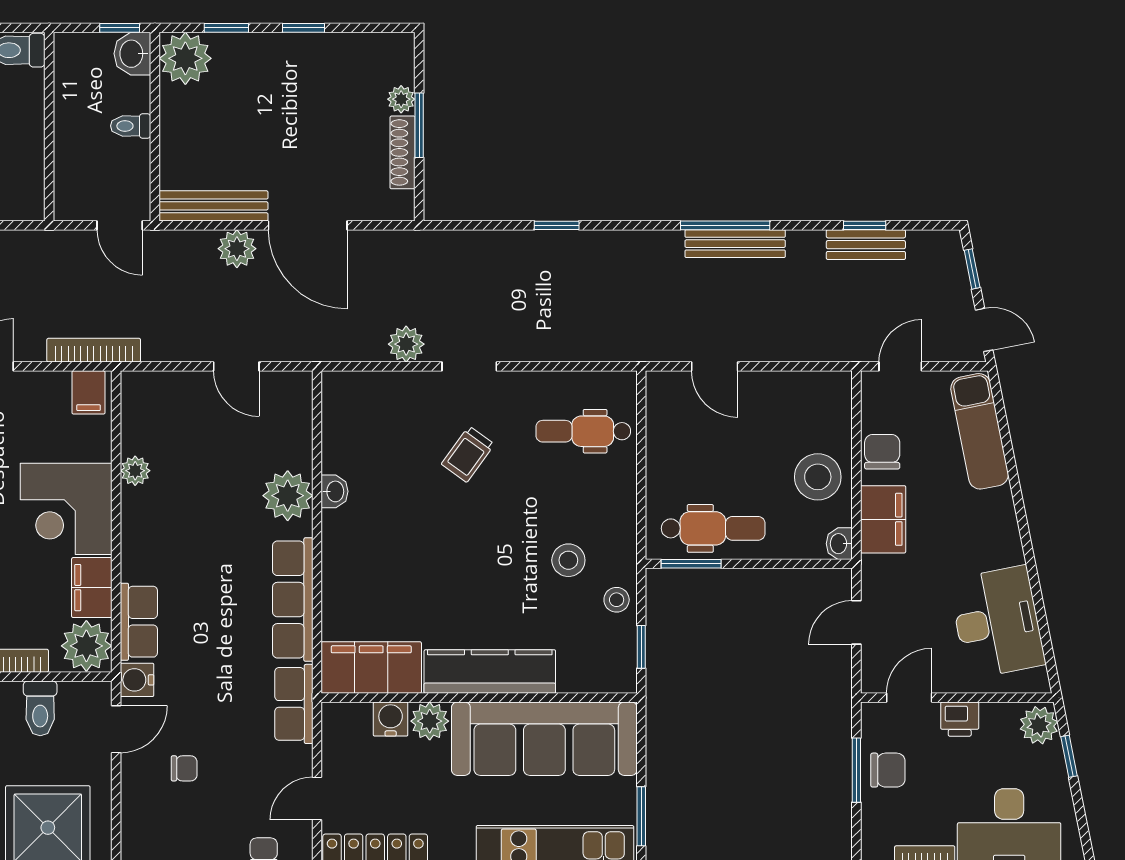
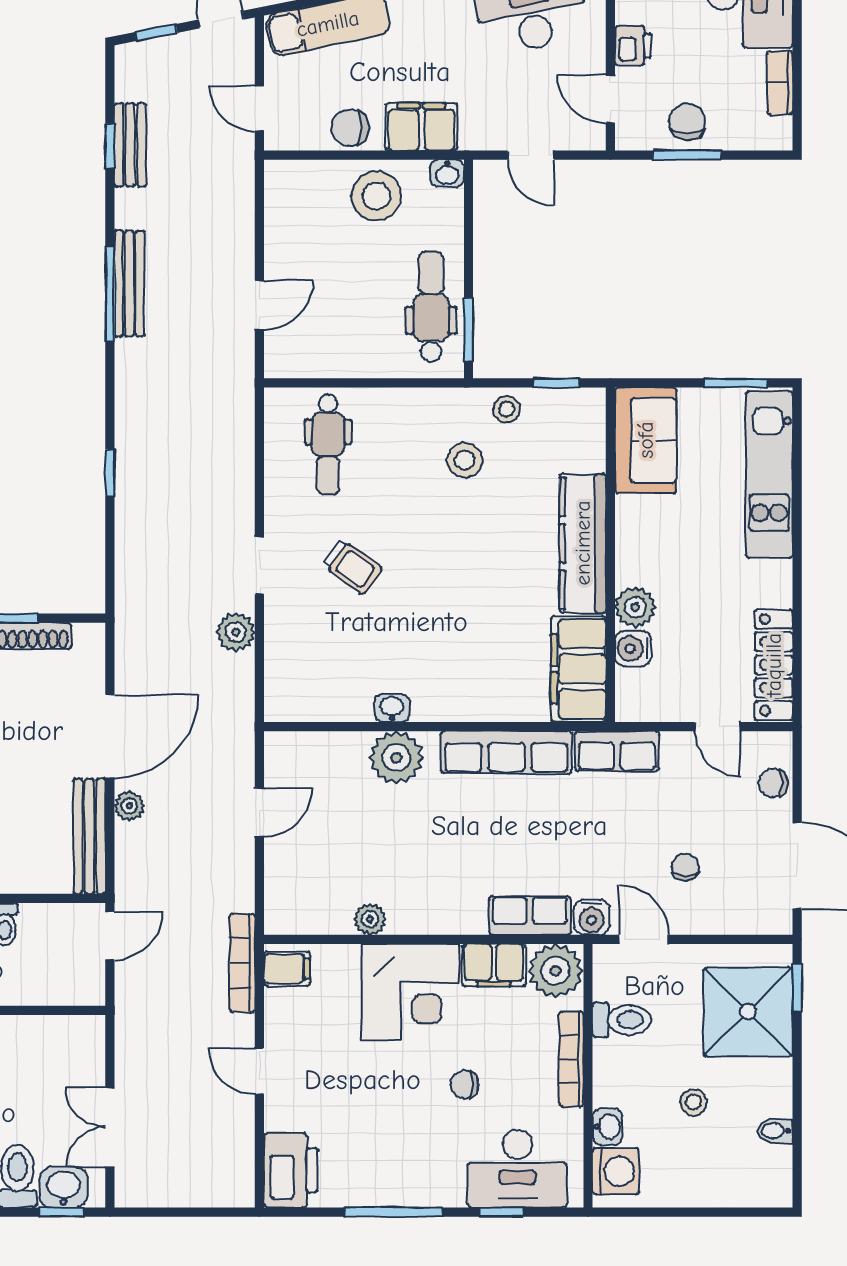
plant: (237, 249) -> (129, 806), width x0.73, depth x0.73
sofa: (544, 739) -> (646, 440), width x0.54, depth x0.79

